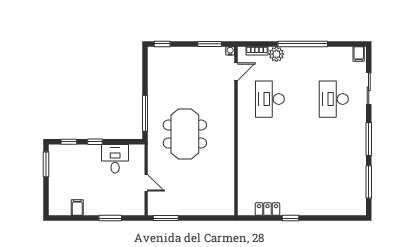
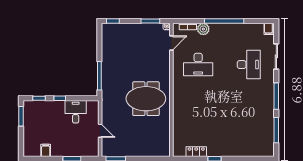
desk: (270, 99) -> (198, 65), turned -90
desk: (334, 99) -> (249, 65), turned 180
meeting table: (185, 134) -> (146, 99), moved, turned 90

